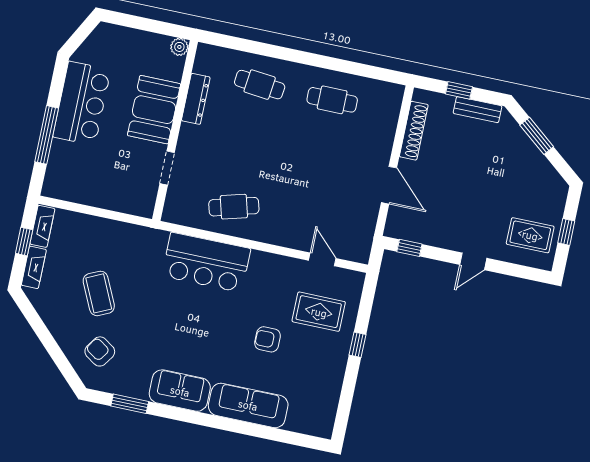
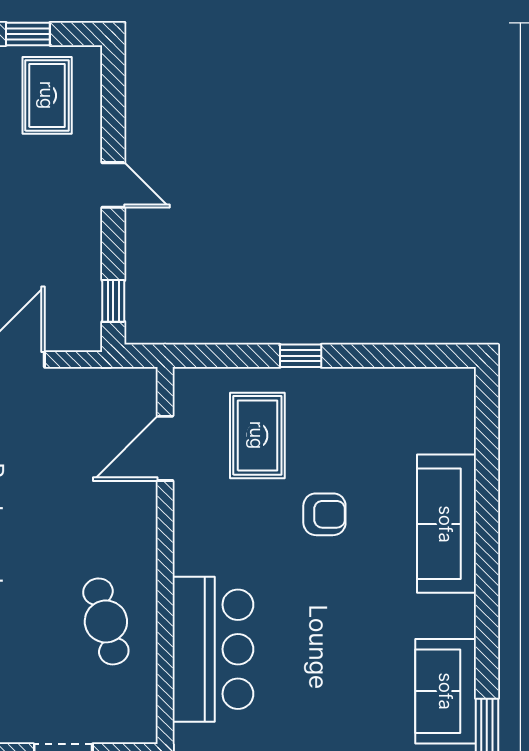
door: (322, 259) -> (165, 448), width x1.38
armchair: (267, 339) -> (324, 514), turned -90
sofa: (180, 391) -> (446, 691), moved

